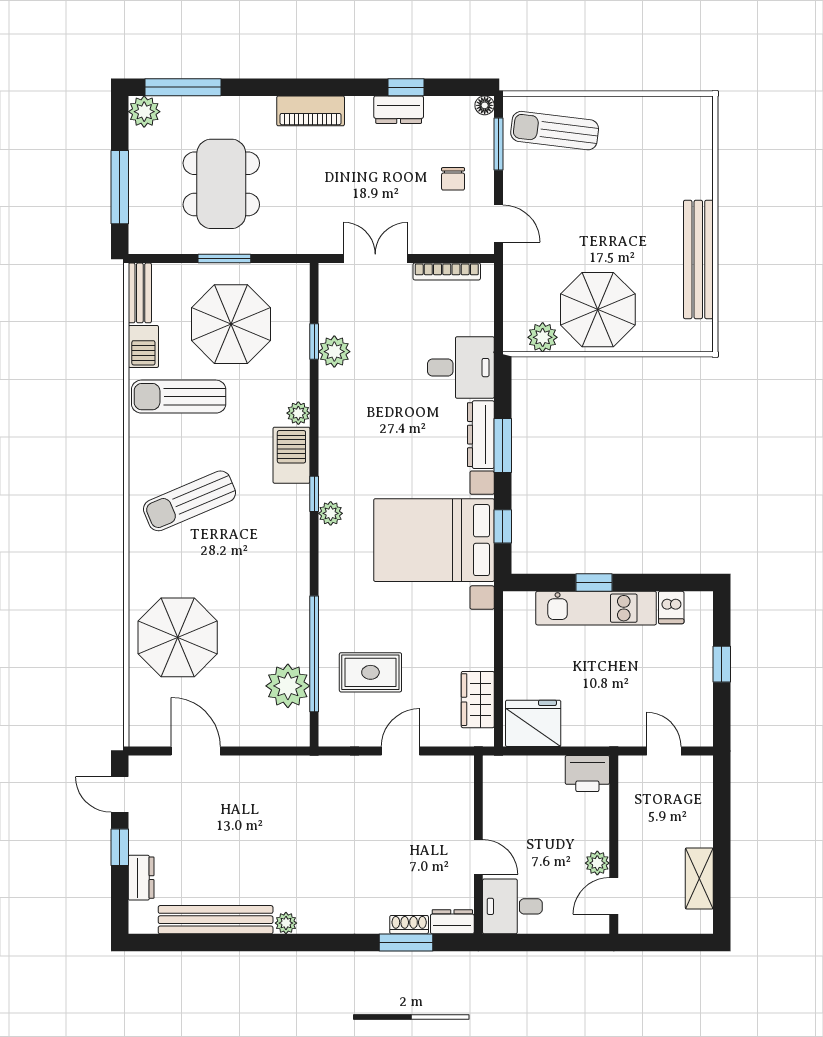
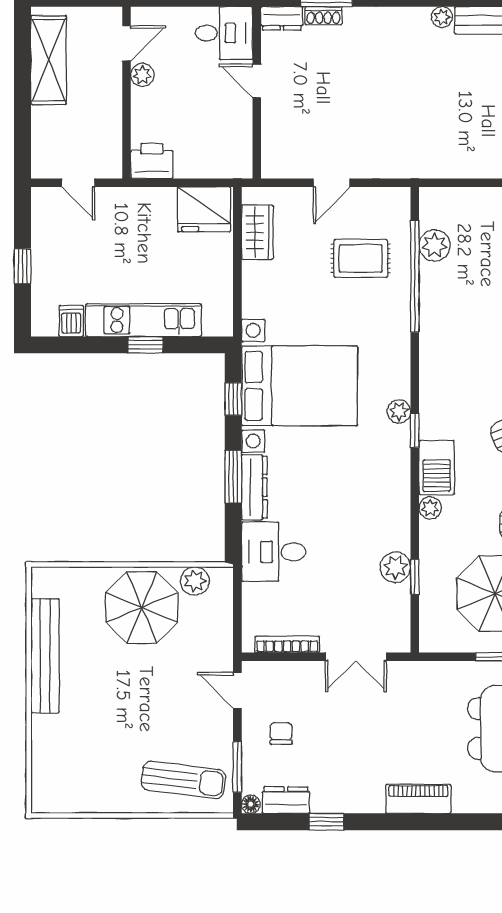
dresser: (399, 110) -> (286, 800), moved
plant: (288, 686) -> (435, 245), width x0.73, depth x0.73
shelving: (699, 878) -> (49, 60), width x1.50, depth x1.33

